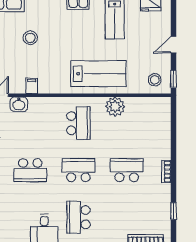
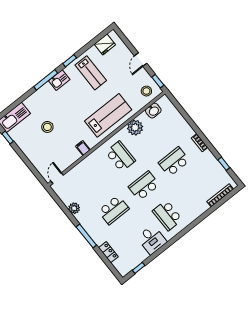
filing cabinet: (32, 86) -> (83, 148), moved
washbasin: (19, 104) -> (153, 111), moved

